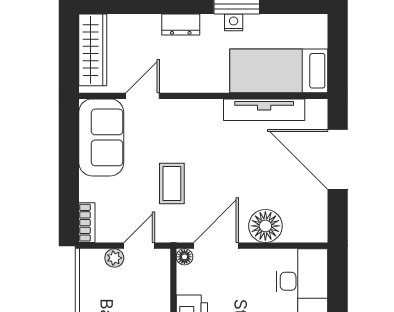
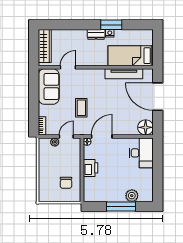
dresser: (181, 25) -> (96, 34), moved
floor lamp: (265, 226) -> (146, 127), moved

